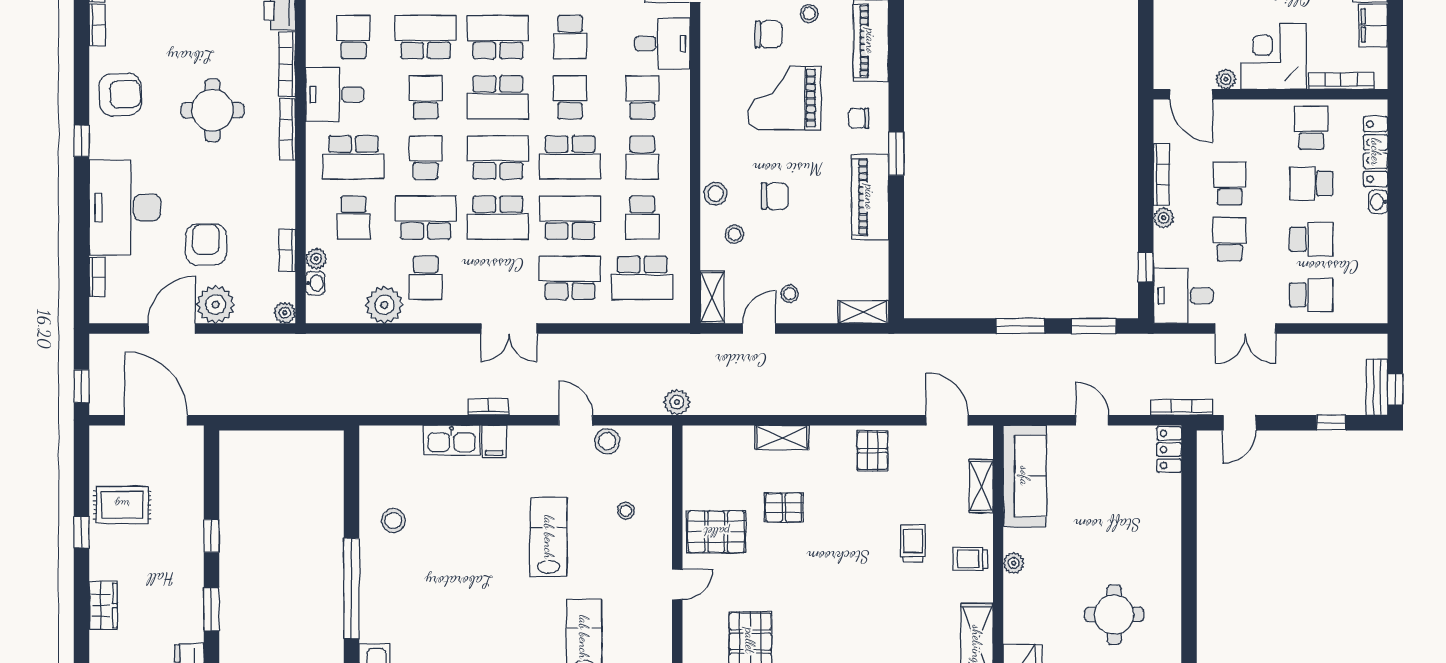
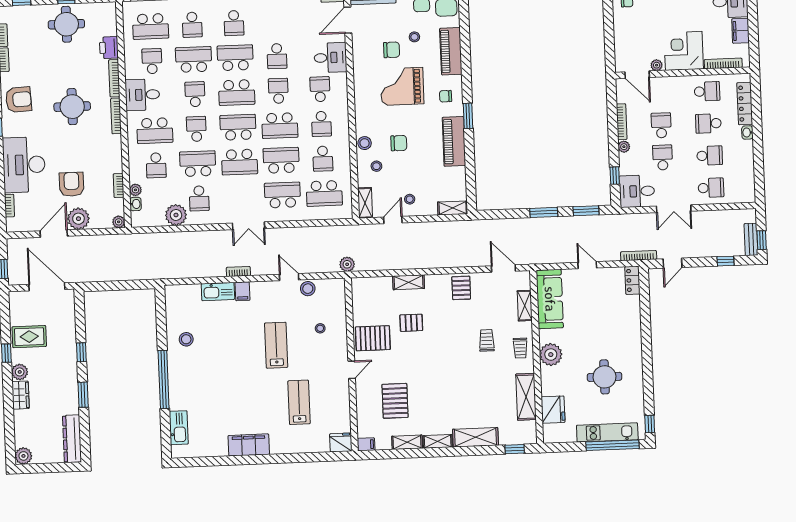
school desk: (1311, 128) -> (707, 91), turned 90
trolley: (971, 559) -> (520, 348), turned -90
plant: (1014, 563) -> (551, 355), width x1.88, depth x1.88
plant: (103, 565) -> (20, 372), added

